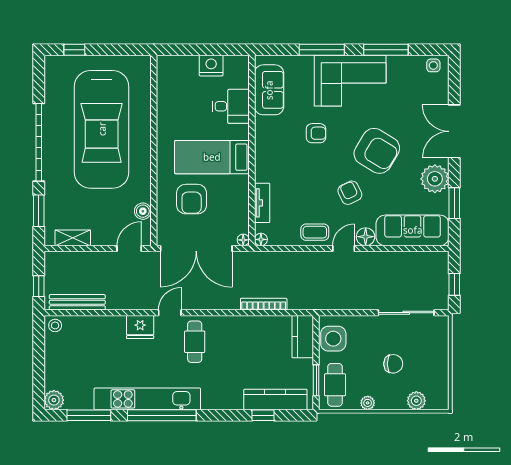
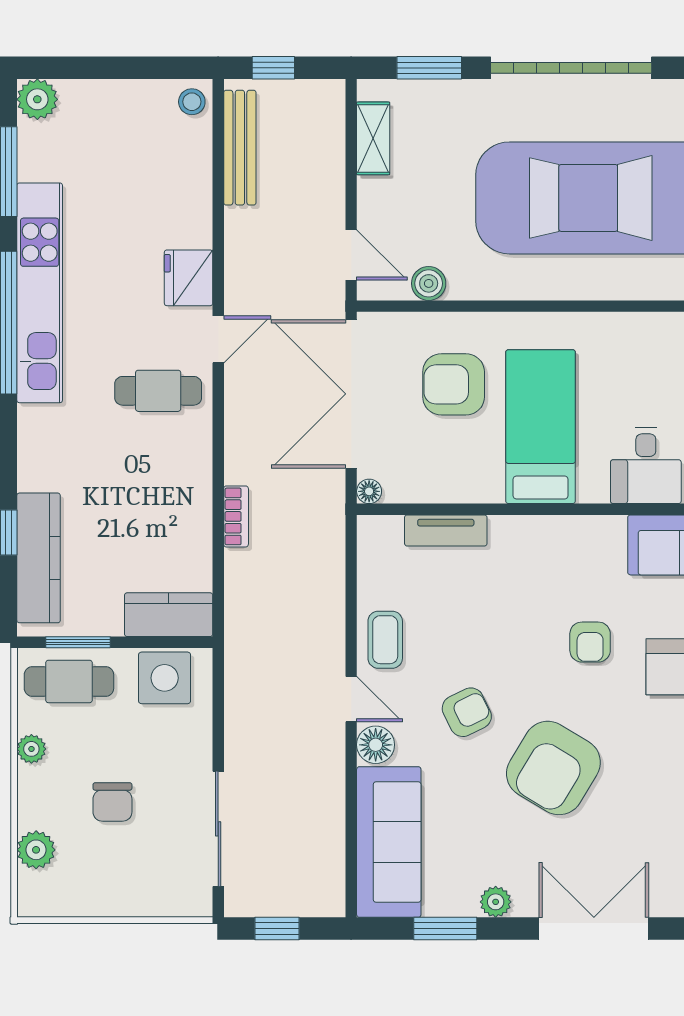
plant: (435, 179) -> (496, 902), width x0.53, depth x0.53
floor lamp: (261, 239) -> (370, 528), removed
bookcase: (264, 304) -> (236, 516), width x0.64
door: (170, 313) -> (218, 339), hinge flipped

